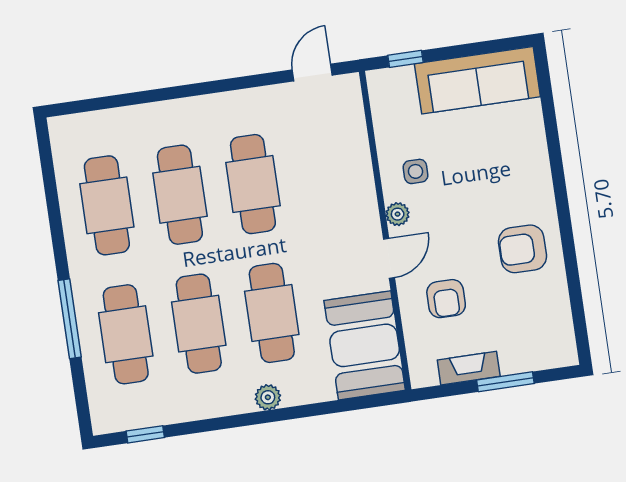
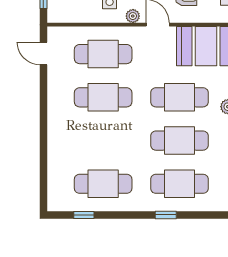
window: (49, 181) -> (84, 215), added
cafe table: (180, 195) -> (103, 54), moved
window: (70, 319) -> (166, 215), width x0.46

